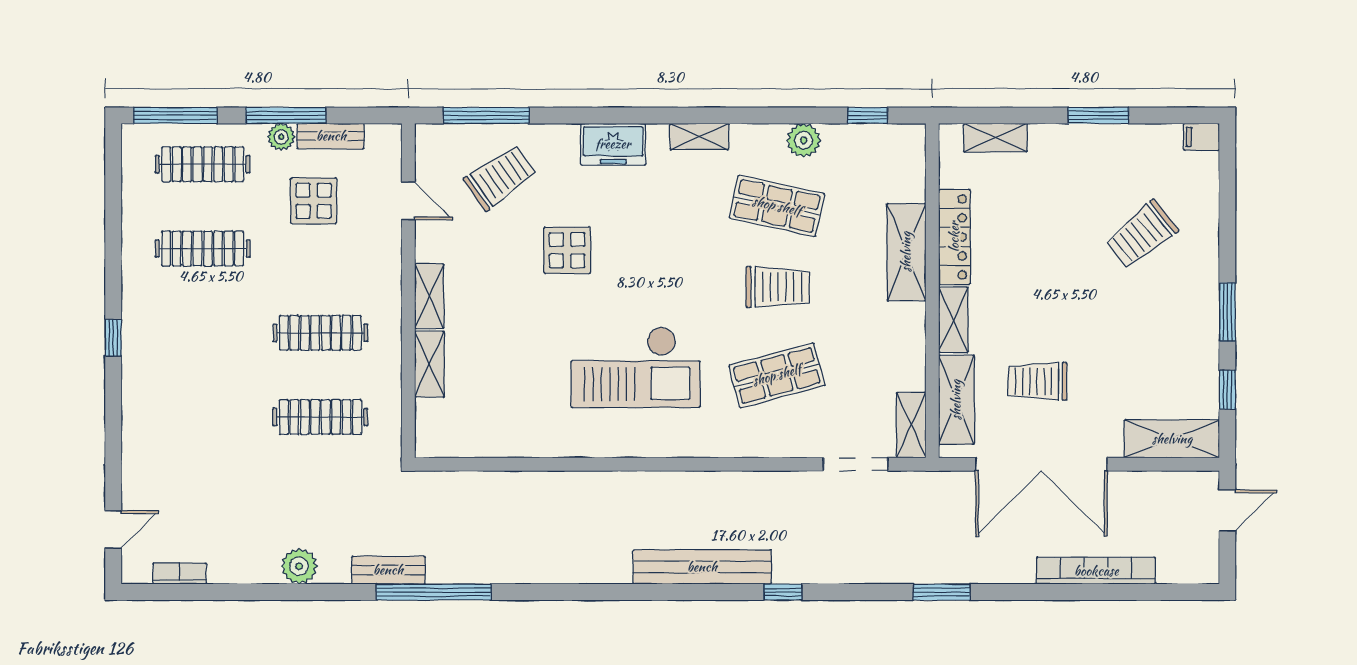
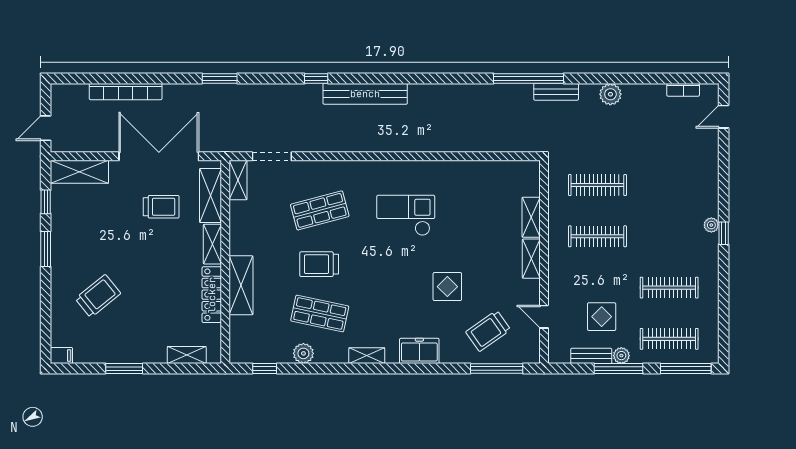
plant: (133, 351) -> (711, 225), added
checkout: (636, 367) -> (406, 215), width x0.73, depth x0.83

